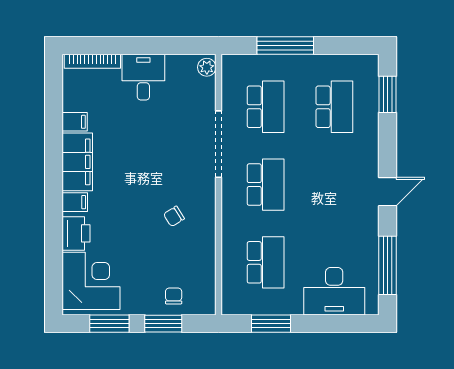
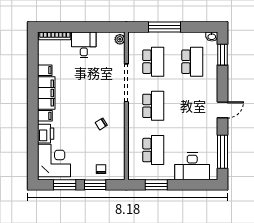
washbasin: (369, 62) -> (212, 36), added

